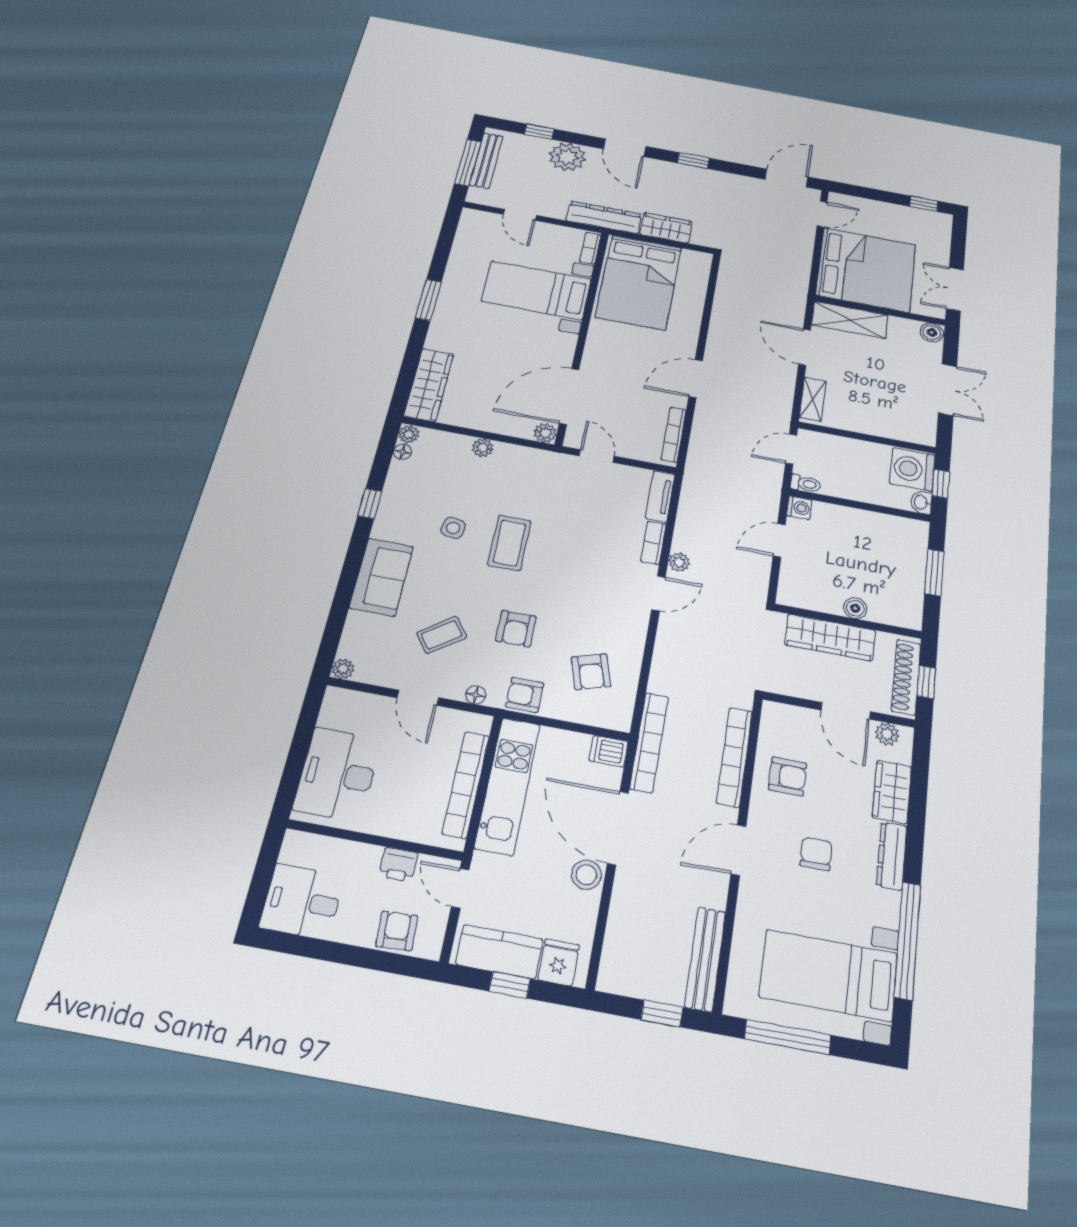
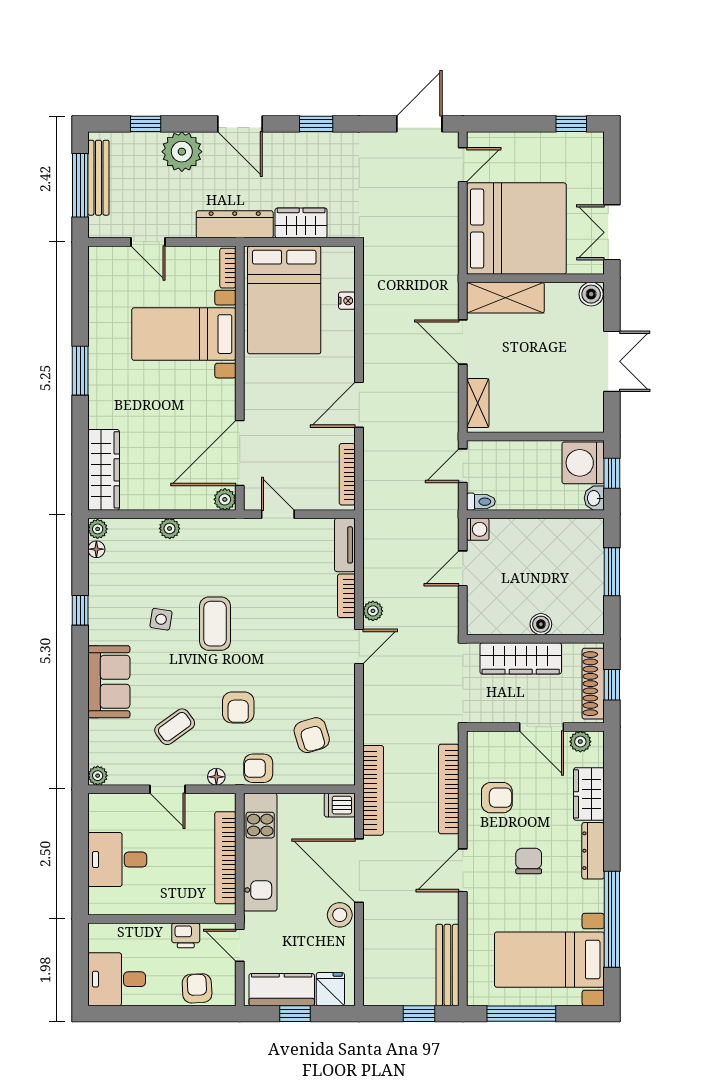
nightstand: (698, 294) -> (347, 301), added
desk: (337, 774) -> (117, 860), width x0.73

